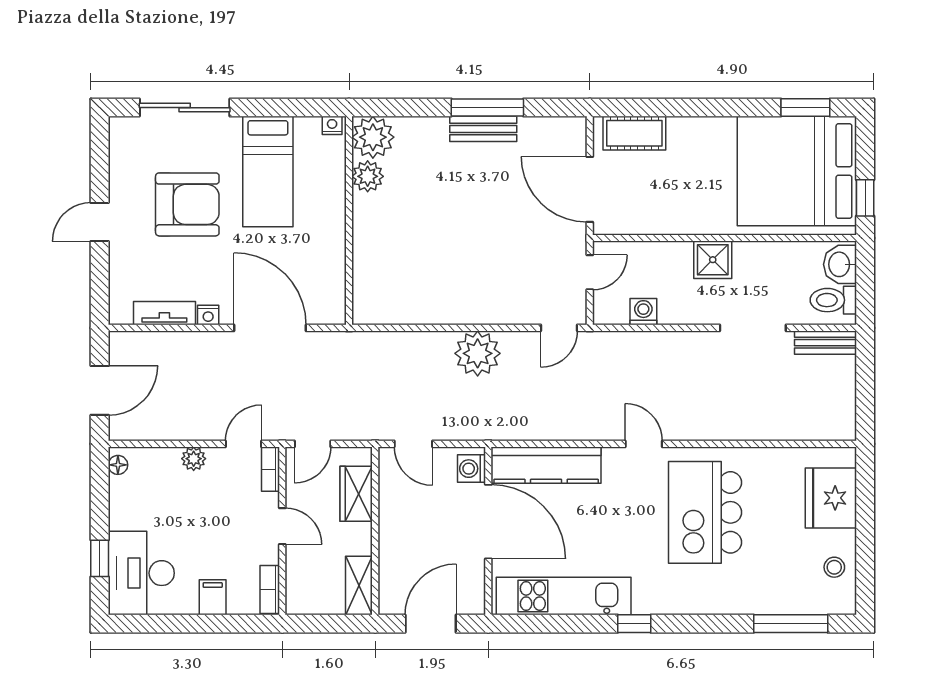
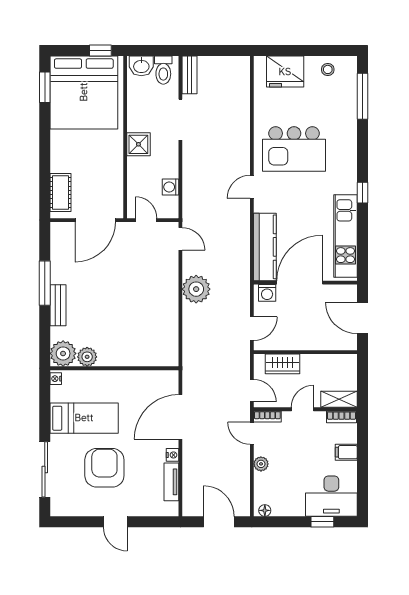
bench: (483, 129) -> (58, 305), moved
shelving: (359, 586) -> (339, 399), moved

